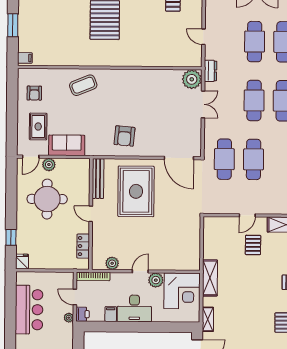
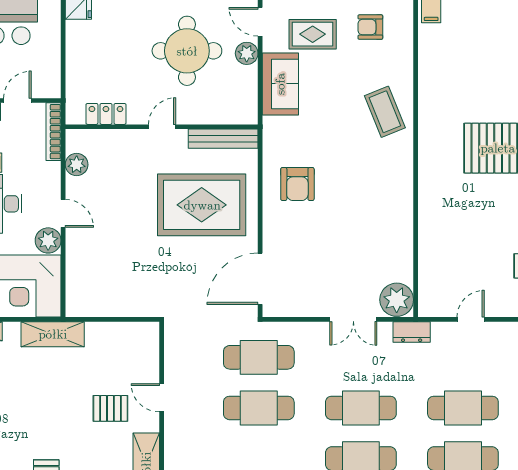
armchair: (124, 136) -> (297, 184), turned -95

